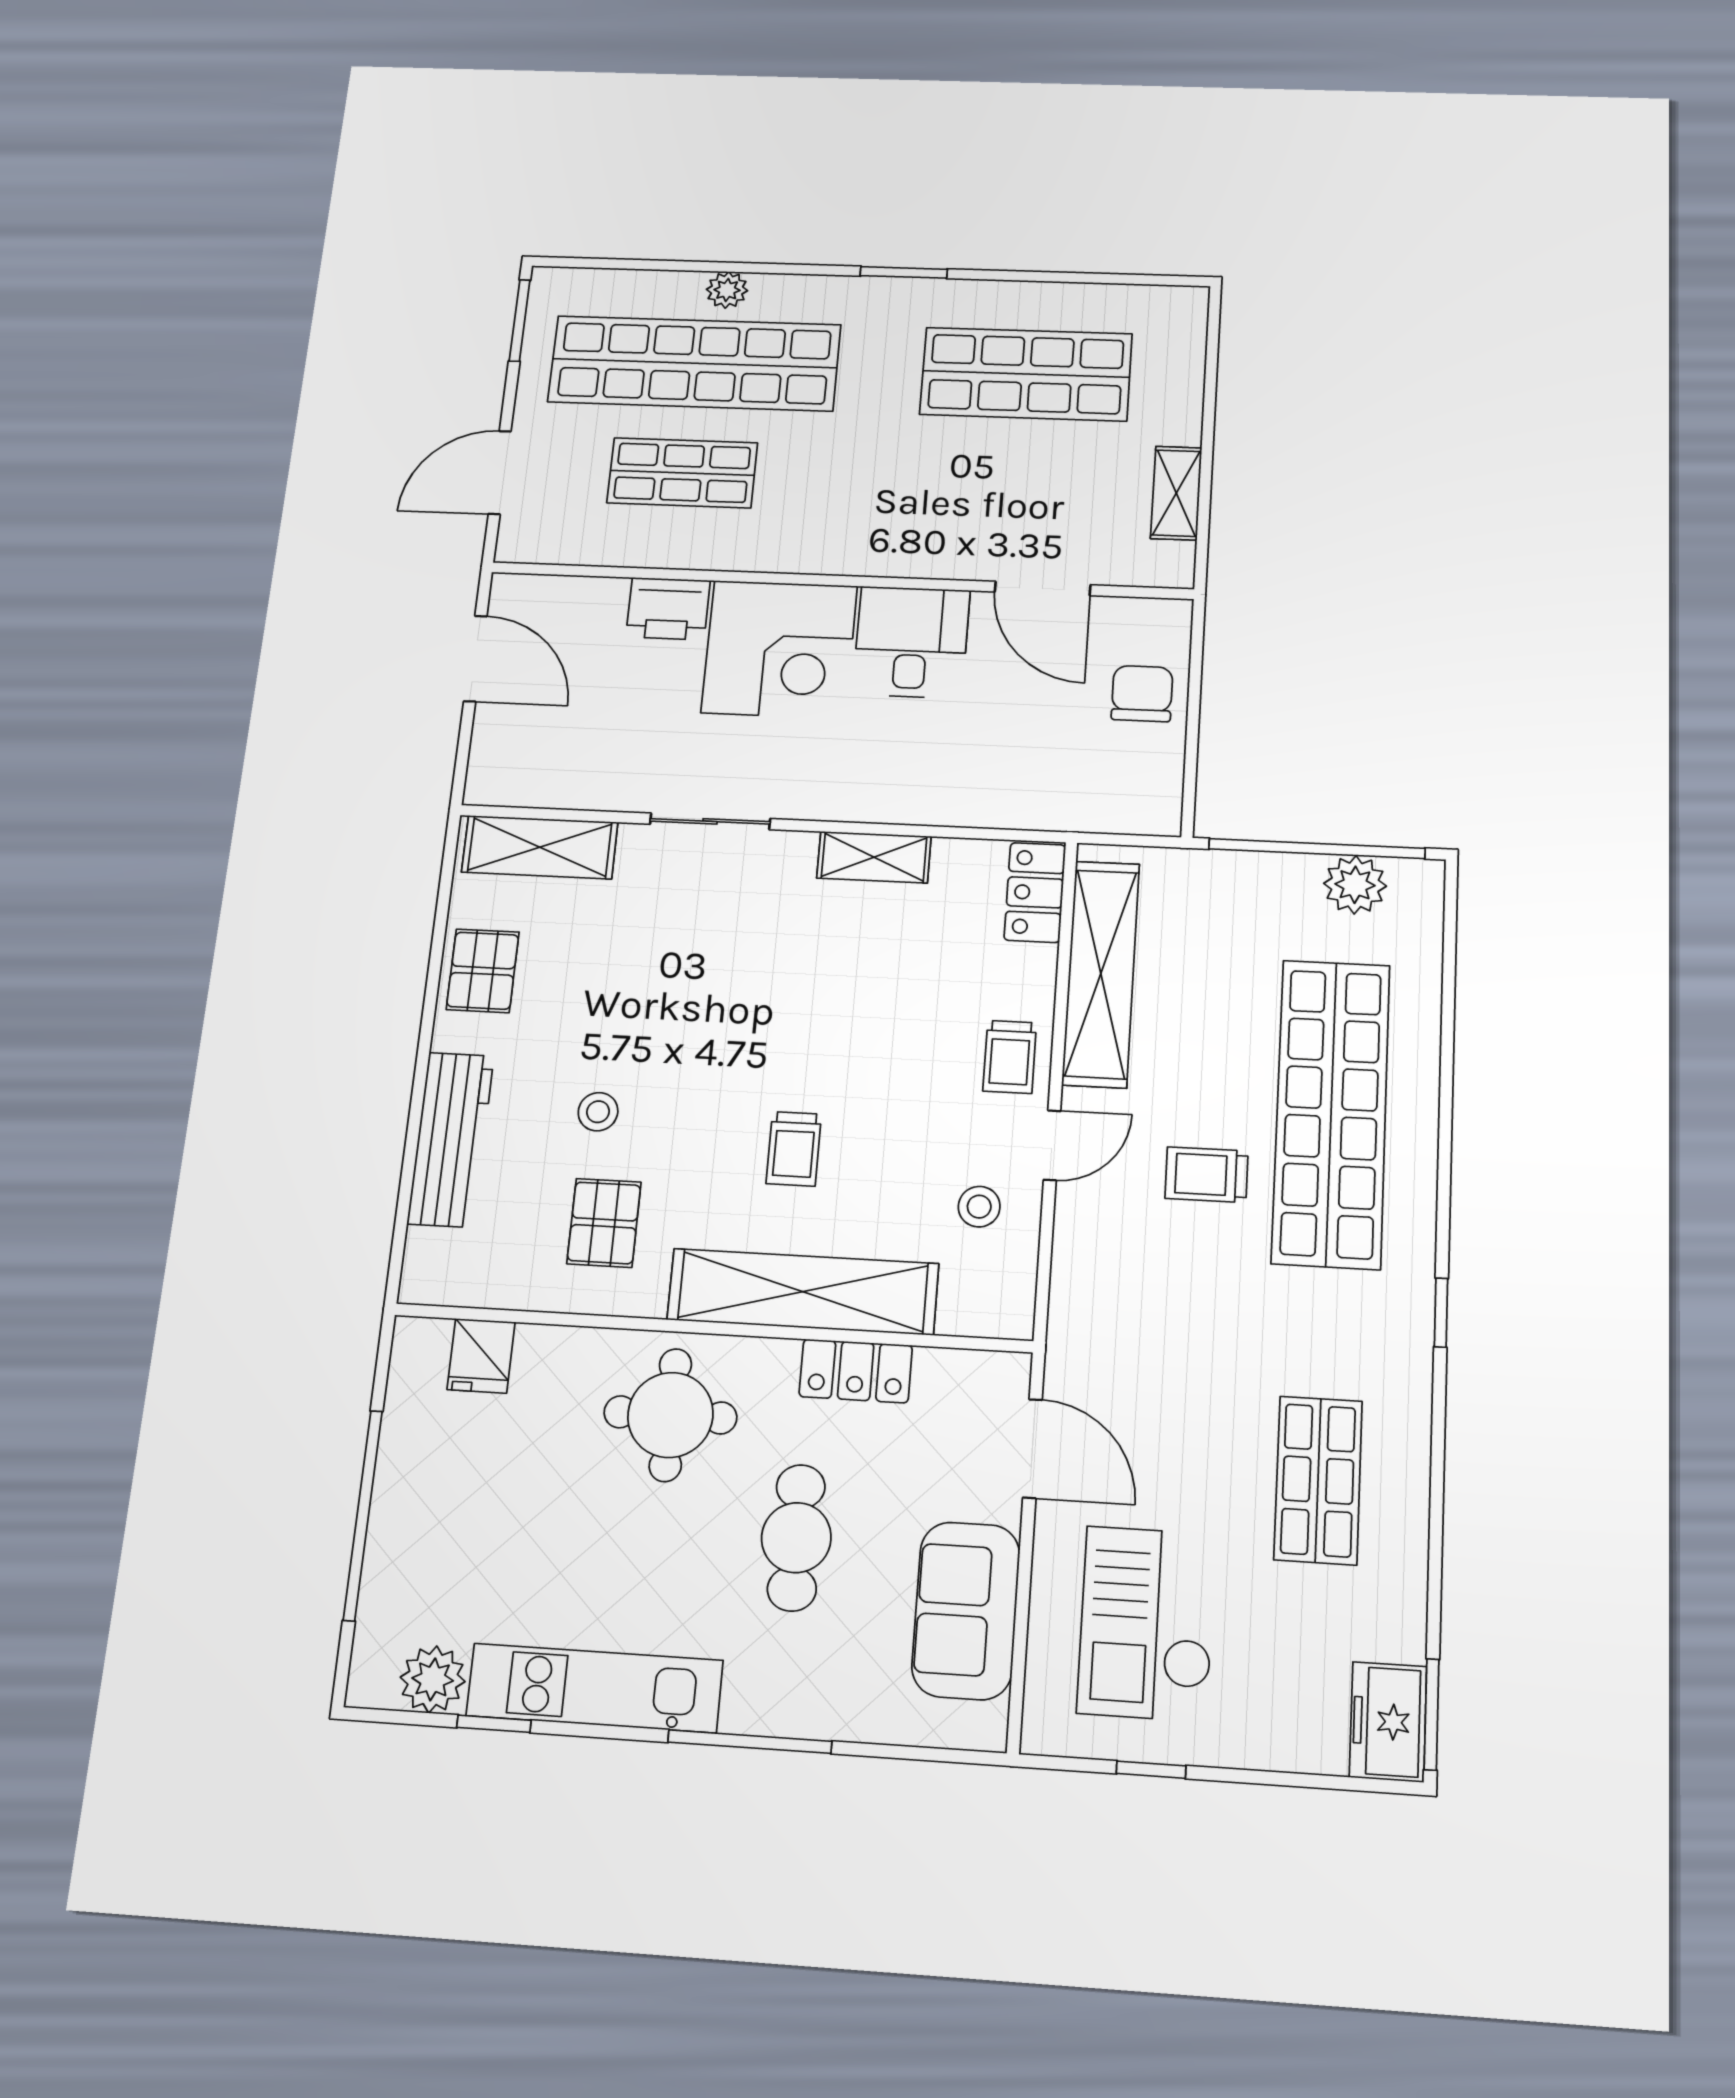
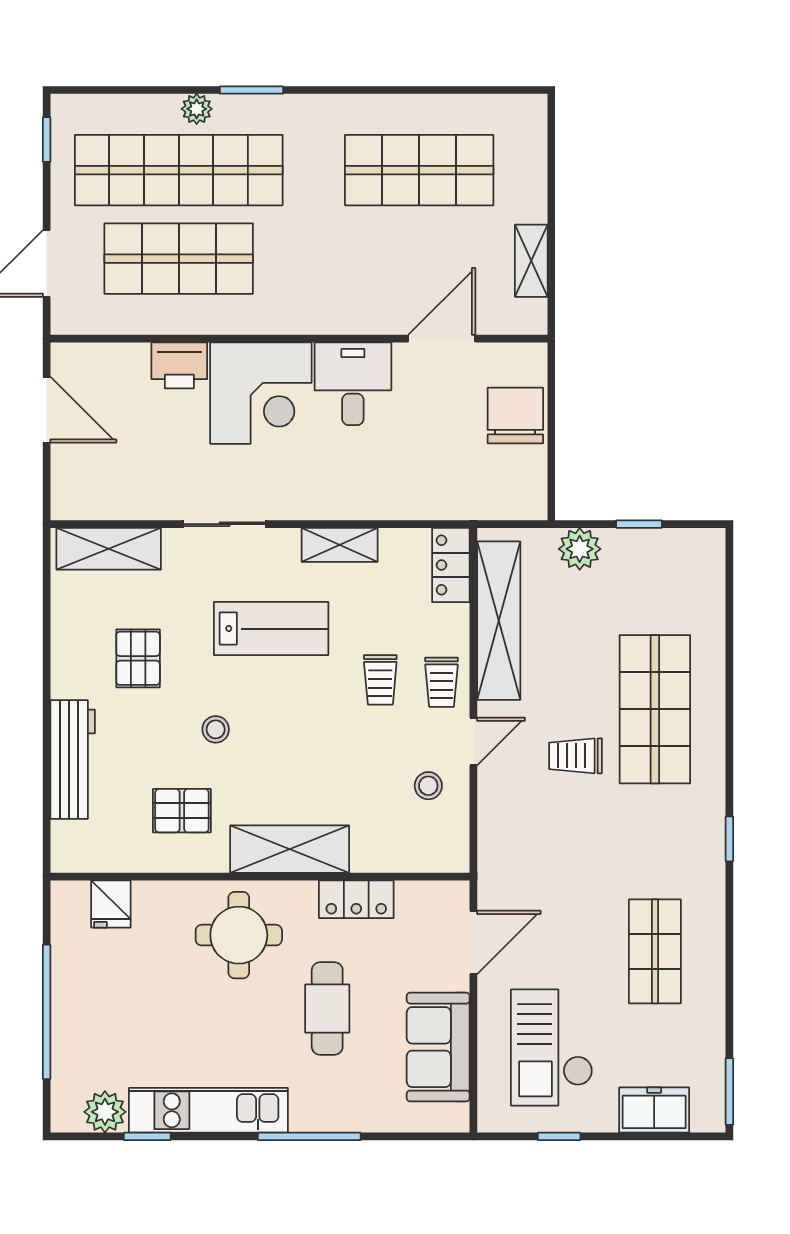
window: (904, 272) -> (251, 90), moved
window: (520, 321) -> (47, 140), width x0.67
shop shelf: (682, 473) -> (179, 259), width x1.43, depth x1.36
door: (1043, 588) -> (442, 339), swing flipped
chair: (1142, 694) -> (515, 415), width x1.37, depth x1.37
window: (1317, 849) -> (639, 524), width x0.32
plant: (1355, 885) -> (580, 549), moved
lab bench: (763, 968) -> (271, 629), added
pallet: (483, 971) -> (138, 658), moved
stool: (598, 1112) -> (216, 729), moved
shop shelf: (1331, 1113) -> (655, 709), width x0.71
trolley: (794, 1149) -> (380, 680), moved
pallet: (604, 1223) -> (182, 811), turned 90
shelving: (803, 1292) -> (290, 849), width x0.68
door: (1032, 1449) -> (473, 942), hinge flipped
freezer: (1388, 1722) -> (654, 1110), moved, turned 90

